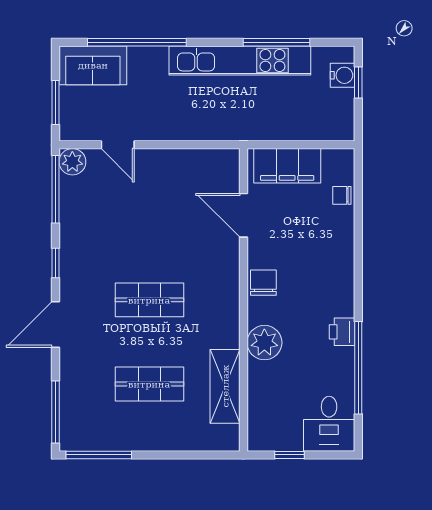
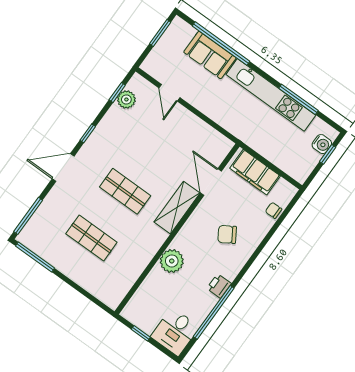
sofa: (93, 65) -> (210, 55), moved
window: (55, 103) -> (160, 33), moved
plant: (72, 162) -> (126, 100), moved
window: (55, 189) -> (117, 92), width x0.46
chair: (263, 283) -> (227, 234), moved, turned -122
shelving: (225, 386) -> (177, 208), moved

